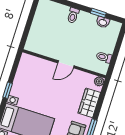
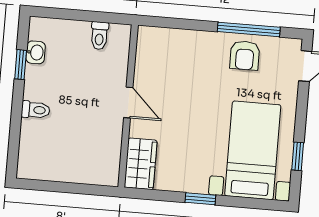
plant: (99, 81) -> (146, 35), removed
wardrobe: (89, 103) -> (141, 164), moved, turned -90

